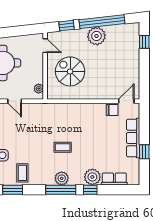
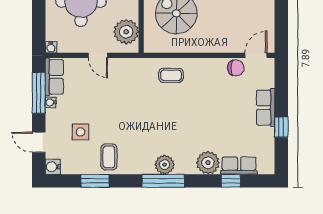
plant: (39, 89) -> (126, 32), width x1.87, depth x1.87
row of seats: (133, 138) -> (266, 108), width x0.68
coffee table: (63, 147) -> (171, 75), moved
window: (90, 190) -> (231, 181), moved

